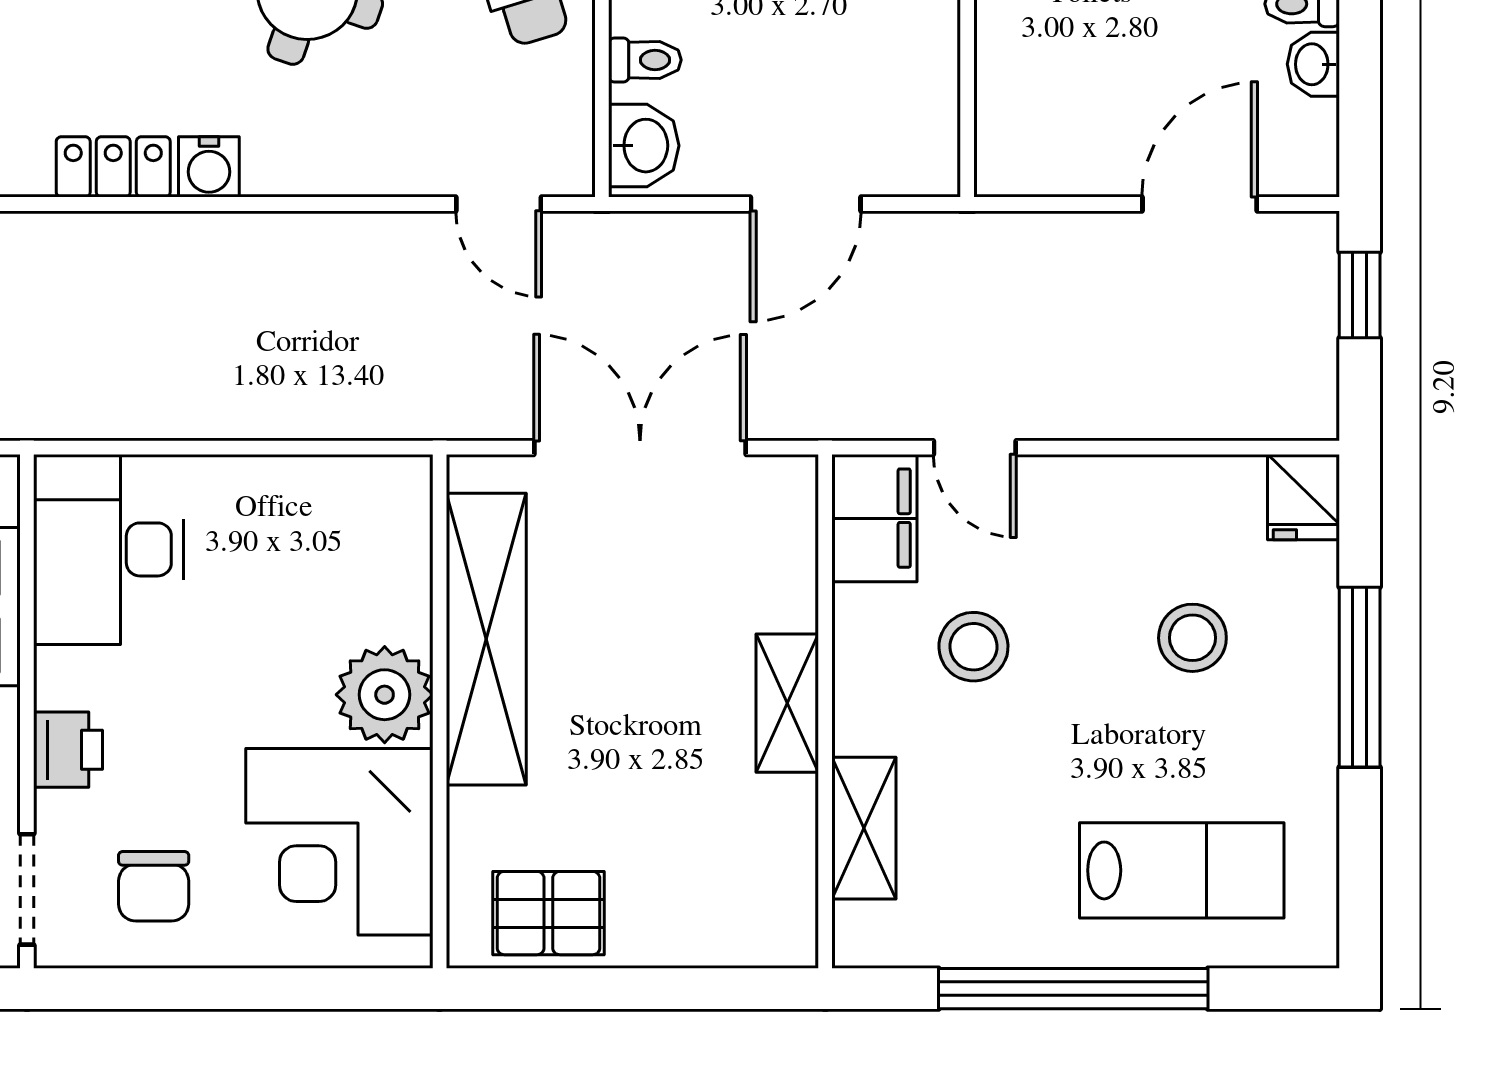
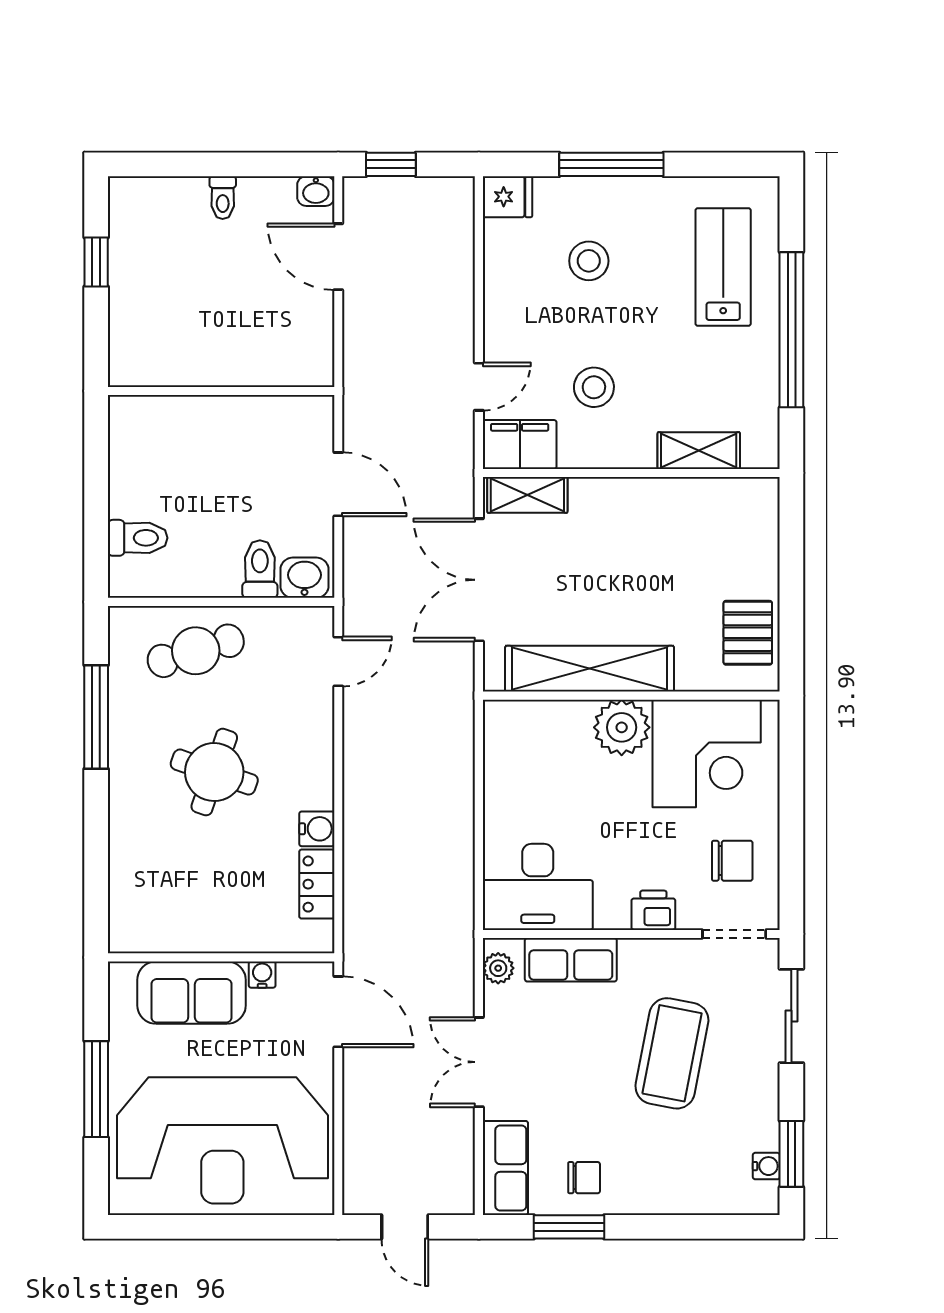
toilet: (645, 60) -> (260, 569), width x1.37, depth x1.39
washbasin: (1313, 64) -> (316, 191), moved
shelving: (787, 703) -> (527, 495), moved

